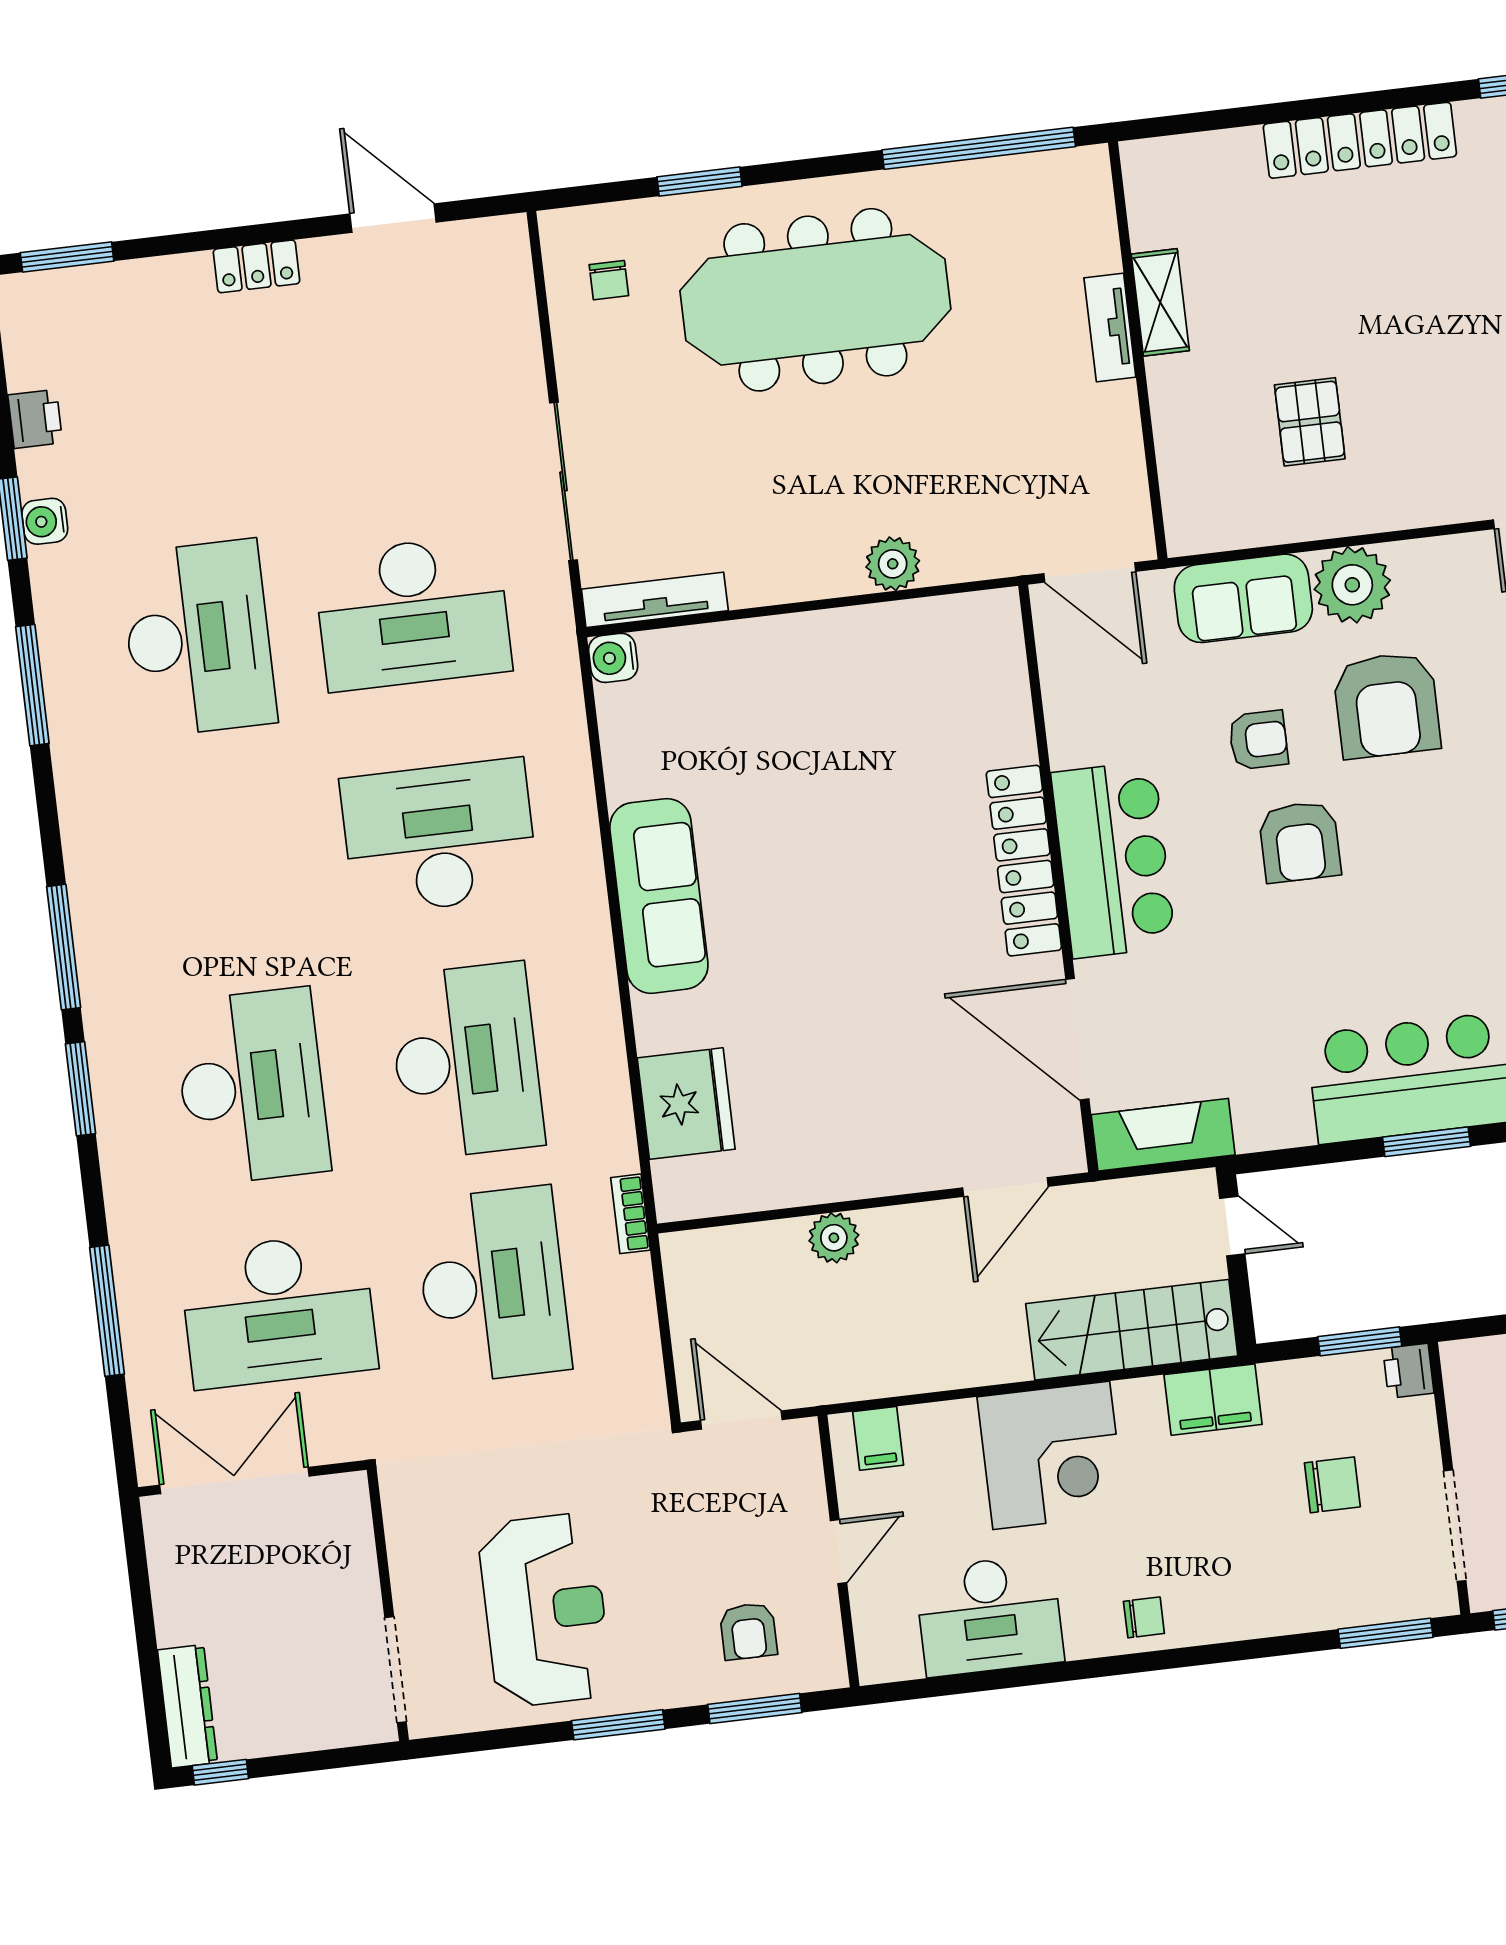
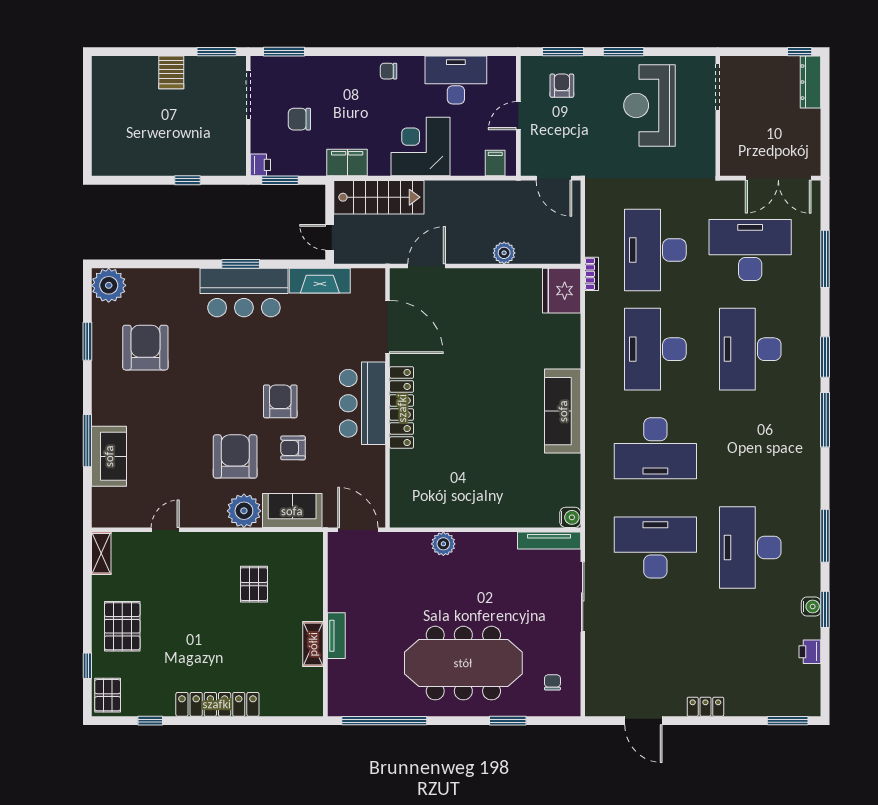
fridge: (686, 1104) -> (562, 291), moved
fireplace: (1163, 1135) -> (320, 281), moved

